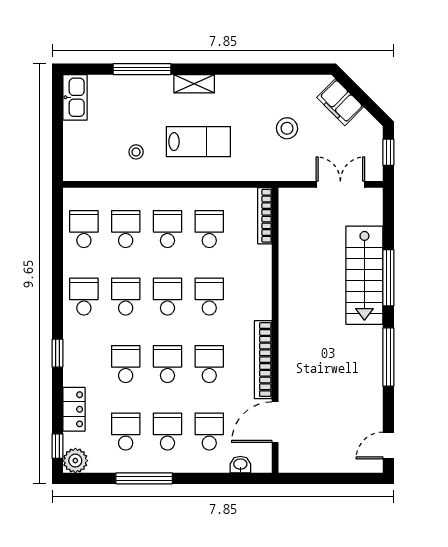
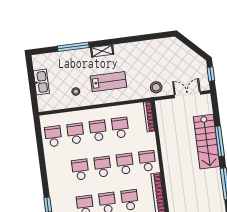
kitchen sink: (75, 97) -> (41, 82), moved
filing cabinet: (340, 102) -> (182, 51), removed
stool: (287, 128) -> (156, 87), moved
school desk: (84, 297) -> (147, 161), moved

